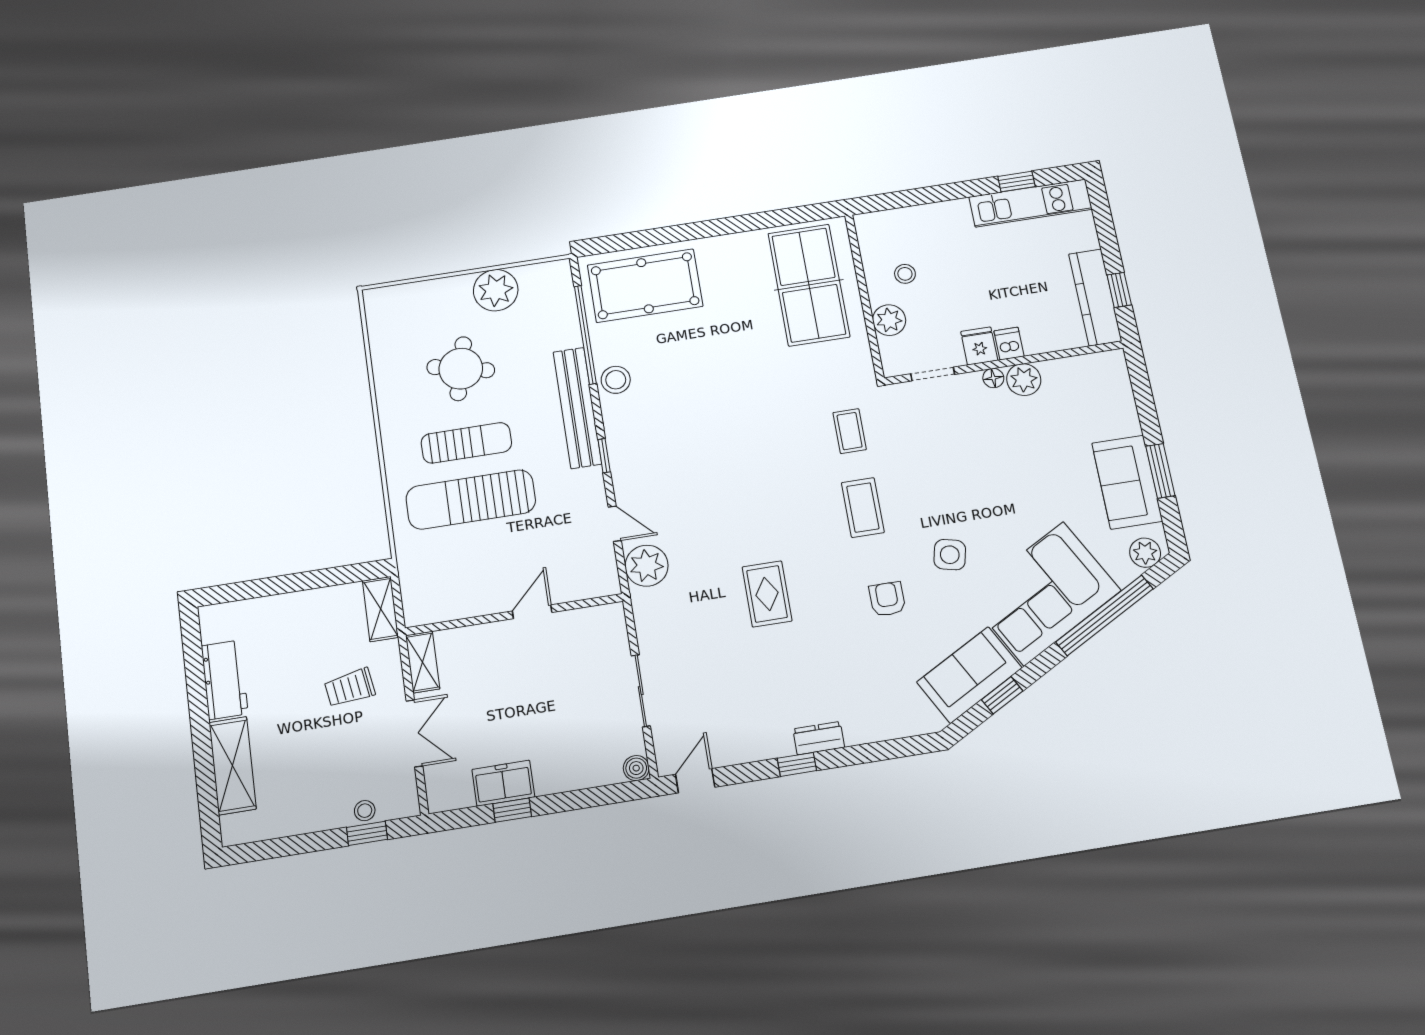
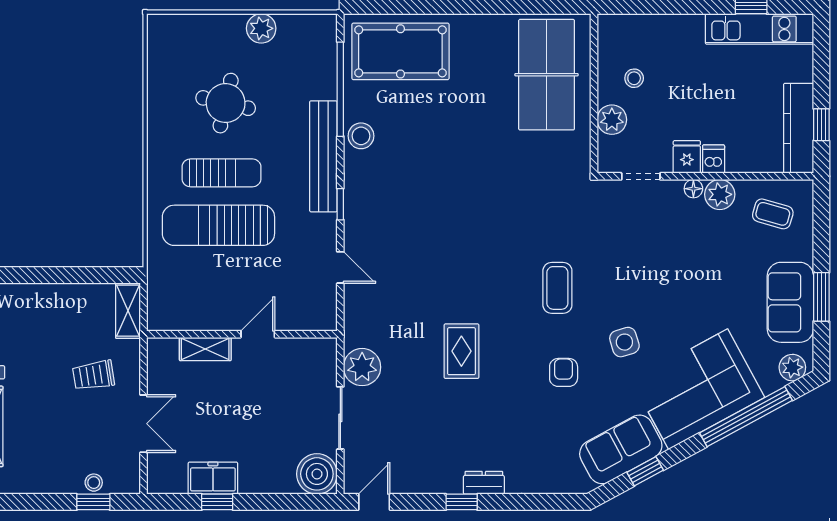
plant: (496, 290) -> (261, 28), width x0.73, depth x0.73
coffee table: (850, 431) -> (773, 214), moved, turned -74
side table: (950, 555) -> (624, 342), turned -30
plant: (647, 566) -> (362, 367), moved
shelving: (423, 662) -> (205, 349), moved, turned 90
boiler: (636, 768) -> (317, 474), width x1.86, depth x1.86

